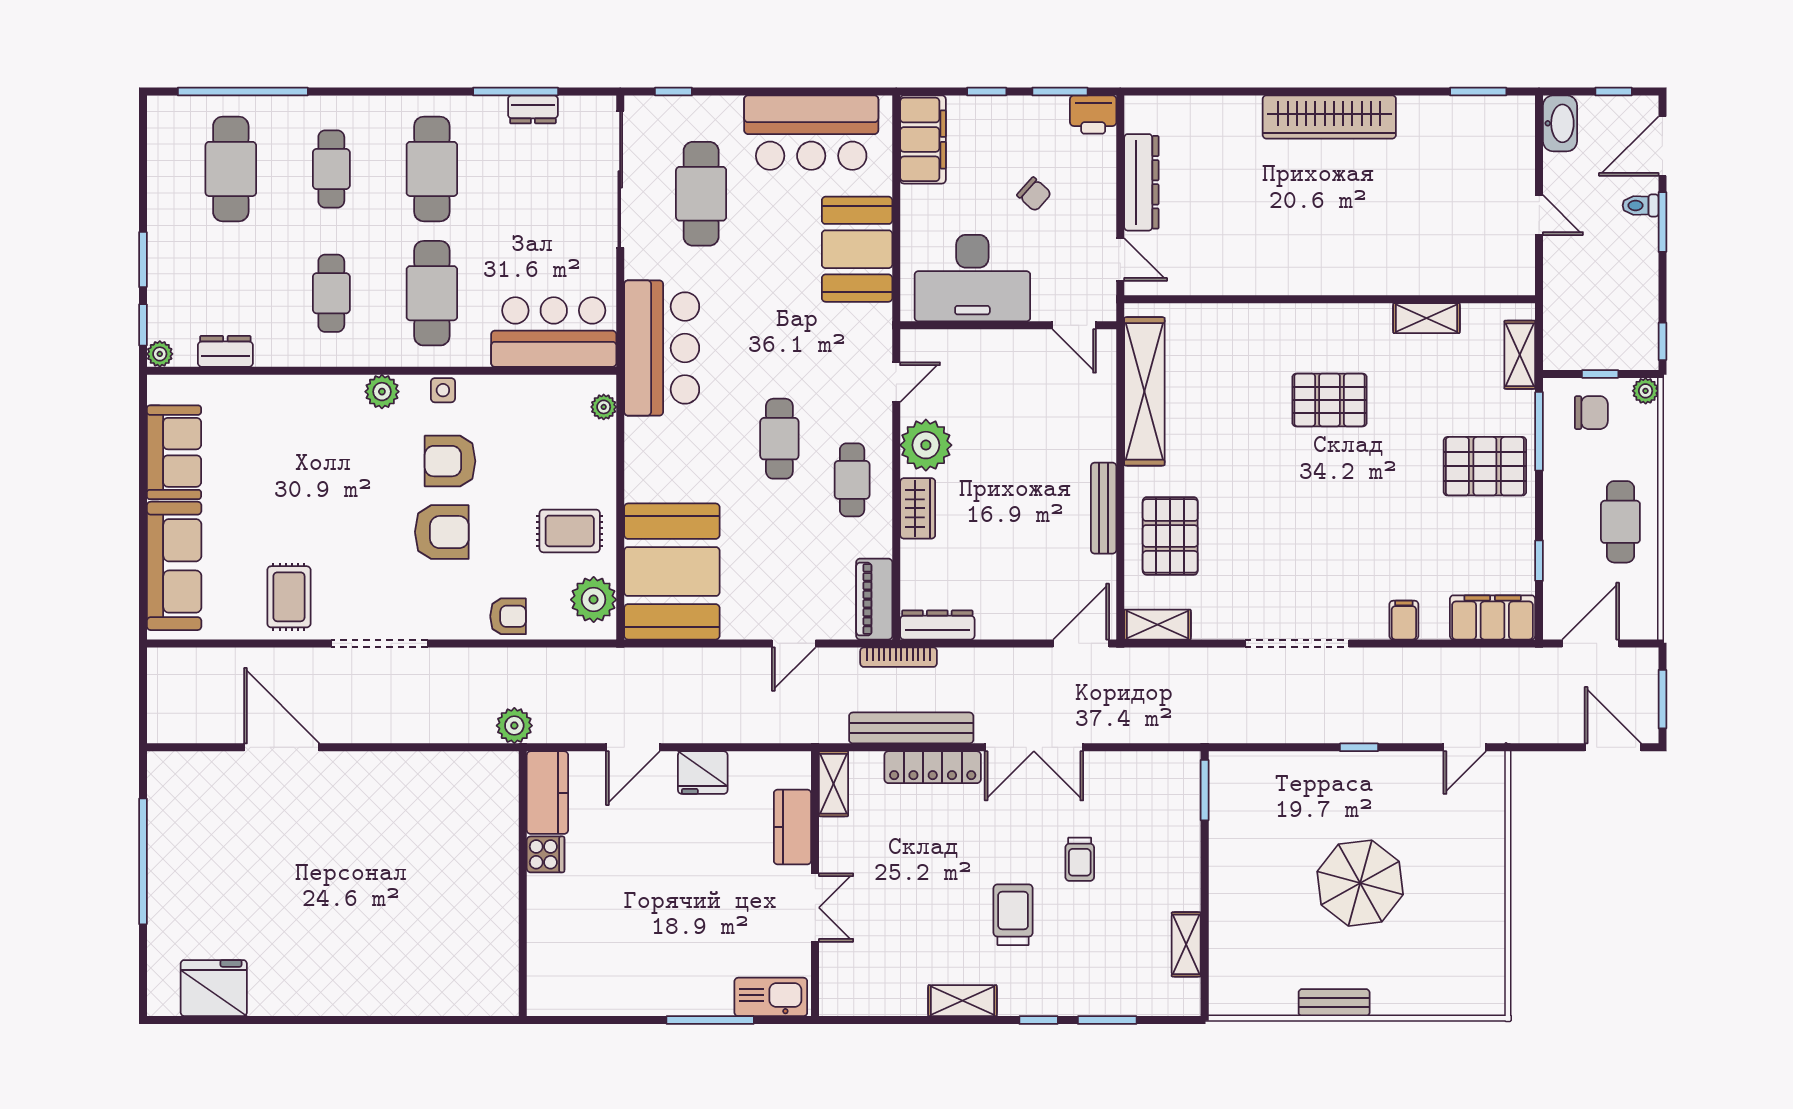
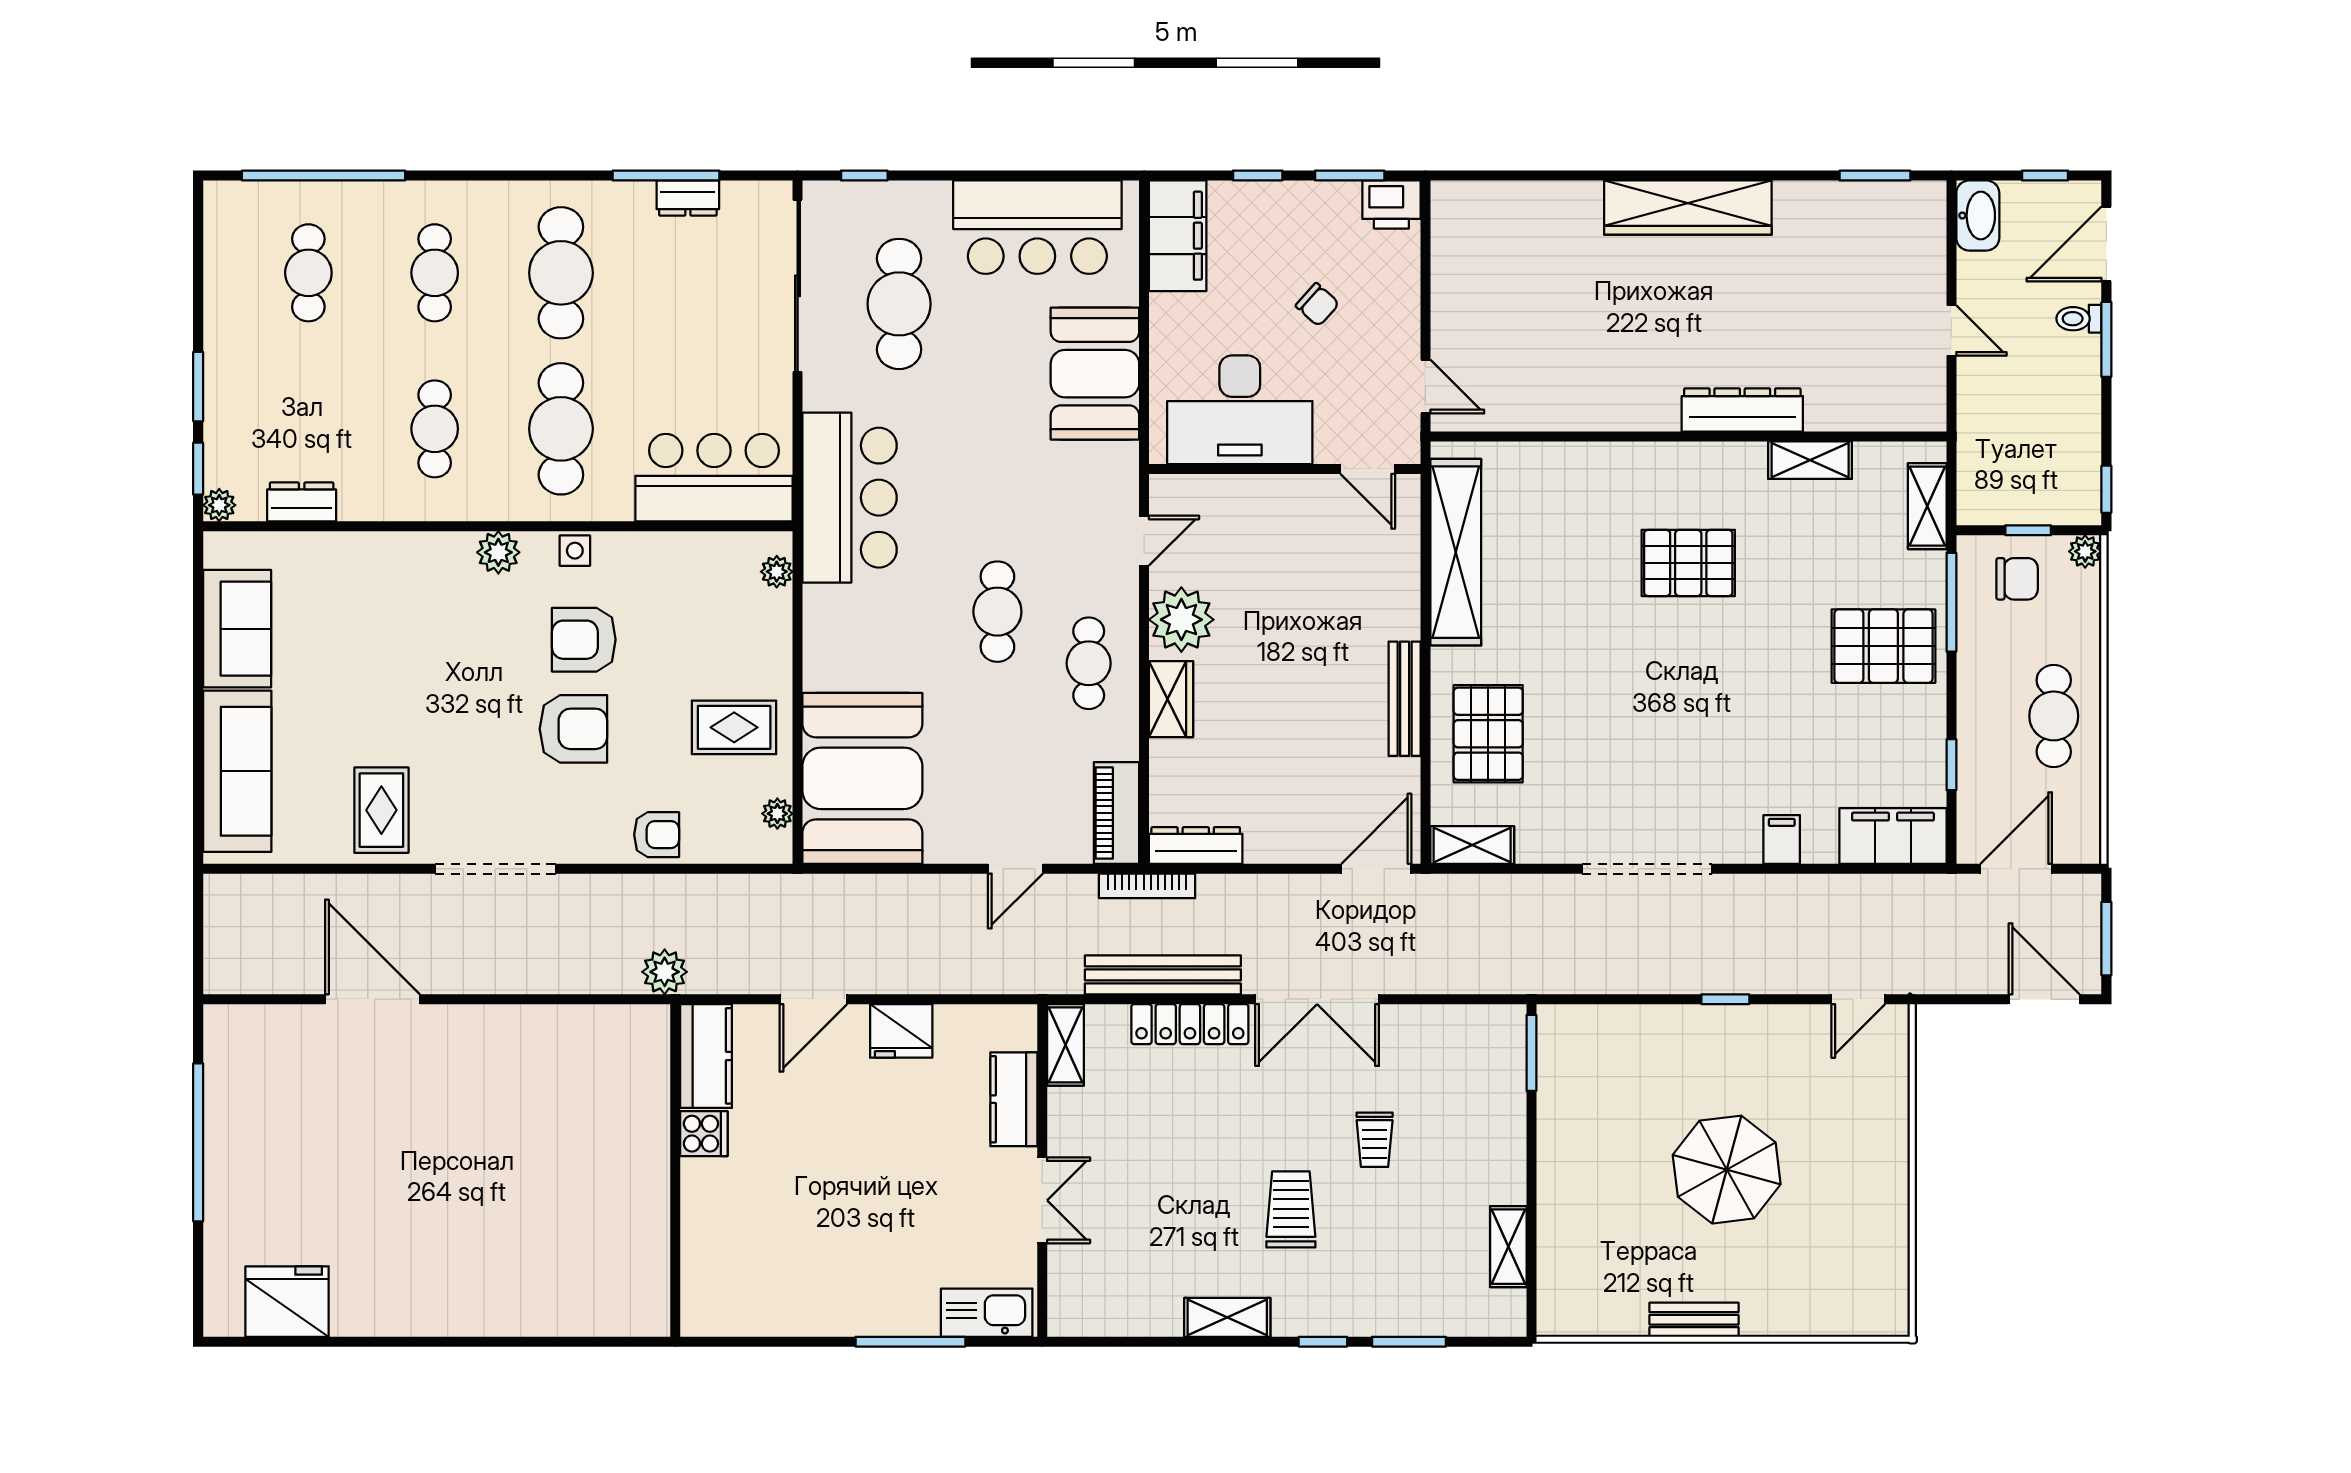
cafe table: (231, 169) -> (308, 273), width x0.73, depth x0.74
dresser: (1141, 182) -> (1742, 410), moved, turned -90
plant: (594, 600) -> (777, 814), width x0.53, depth x0.53

